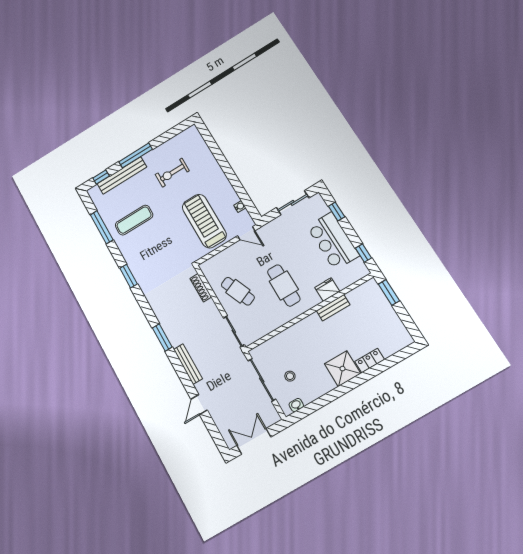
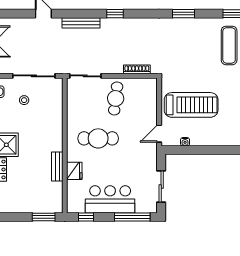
window: (337, 211) -> (132, 217), width x2.17
cafe table: (238, 291) -> (116, 98), turned -60
window: (162, 337) -> (115, 14), width x0.67

